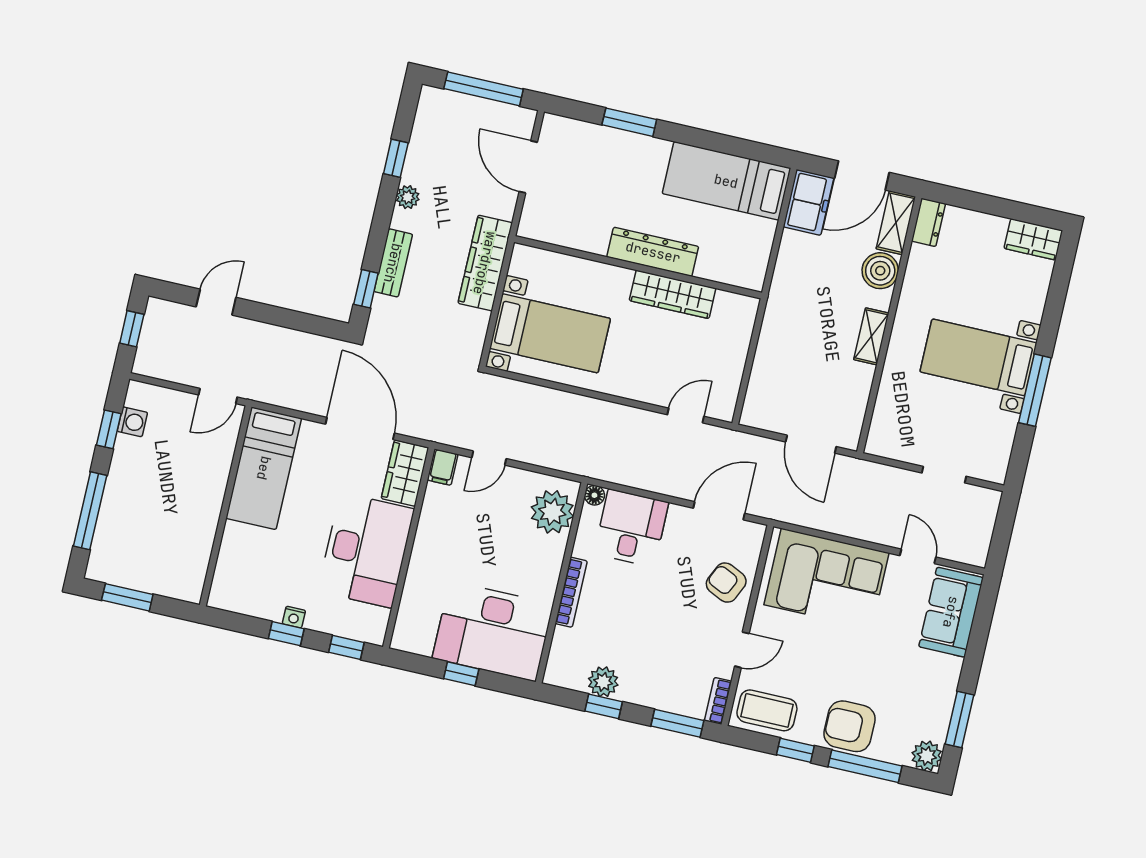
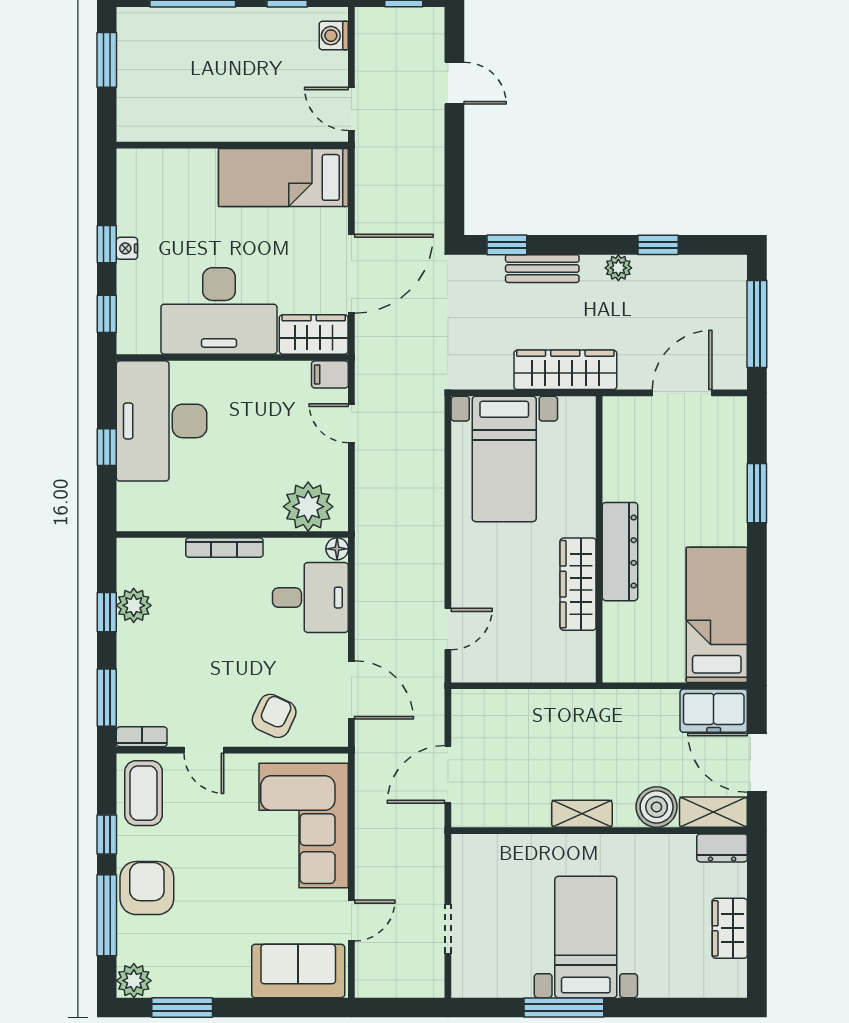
wardrobe: (1033, 239) -> (730, 928), moved
door: (686, 415) -> (448, 629), hinge flipped
washing machine: (132, 422) -> (334, 36), moved, turned 90
desk: (493, 631) -> (162, 421), moved

